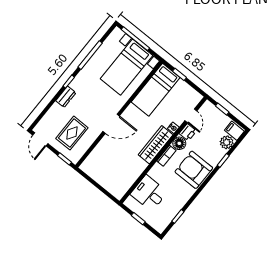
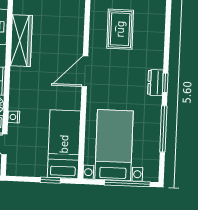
dresser: (66, 97) -> (155, 83), moved
wardrobe: (156, 145) -> (21, 41), moved

